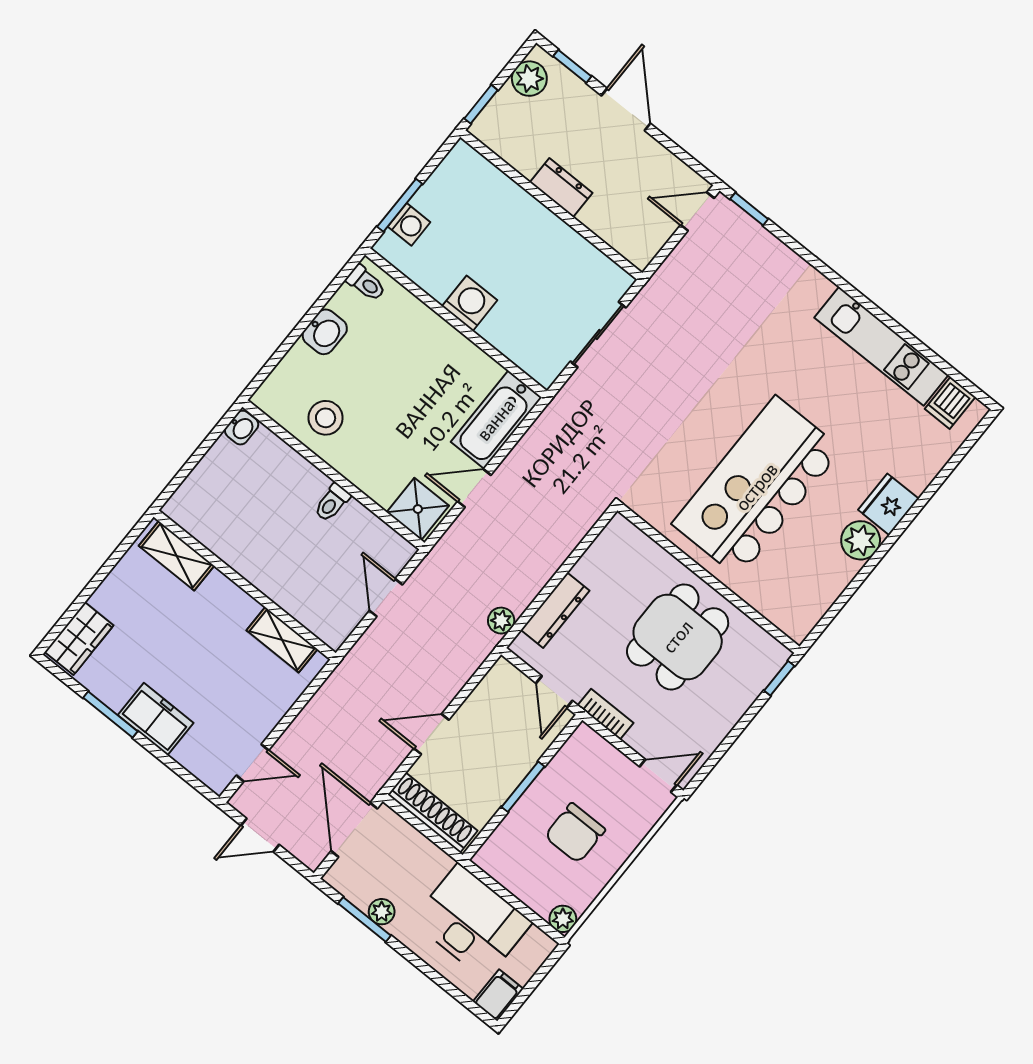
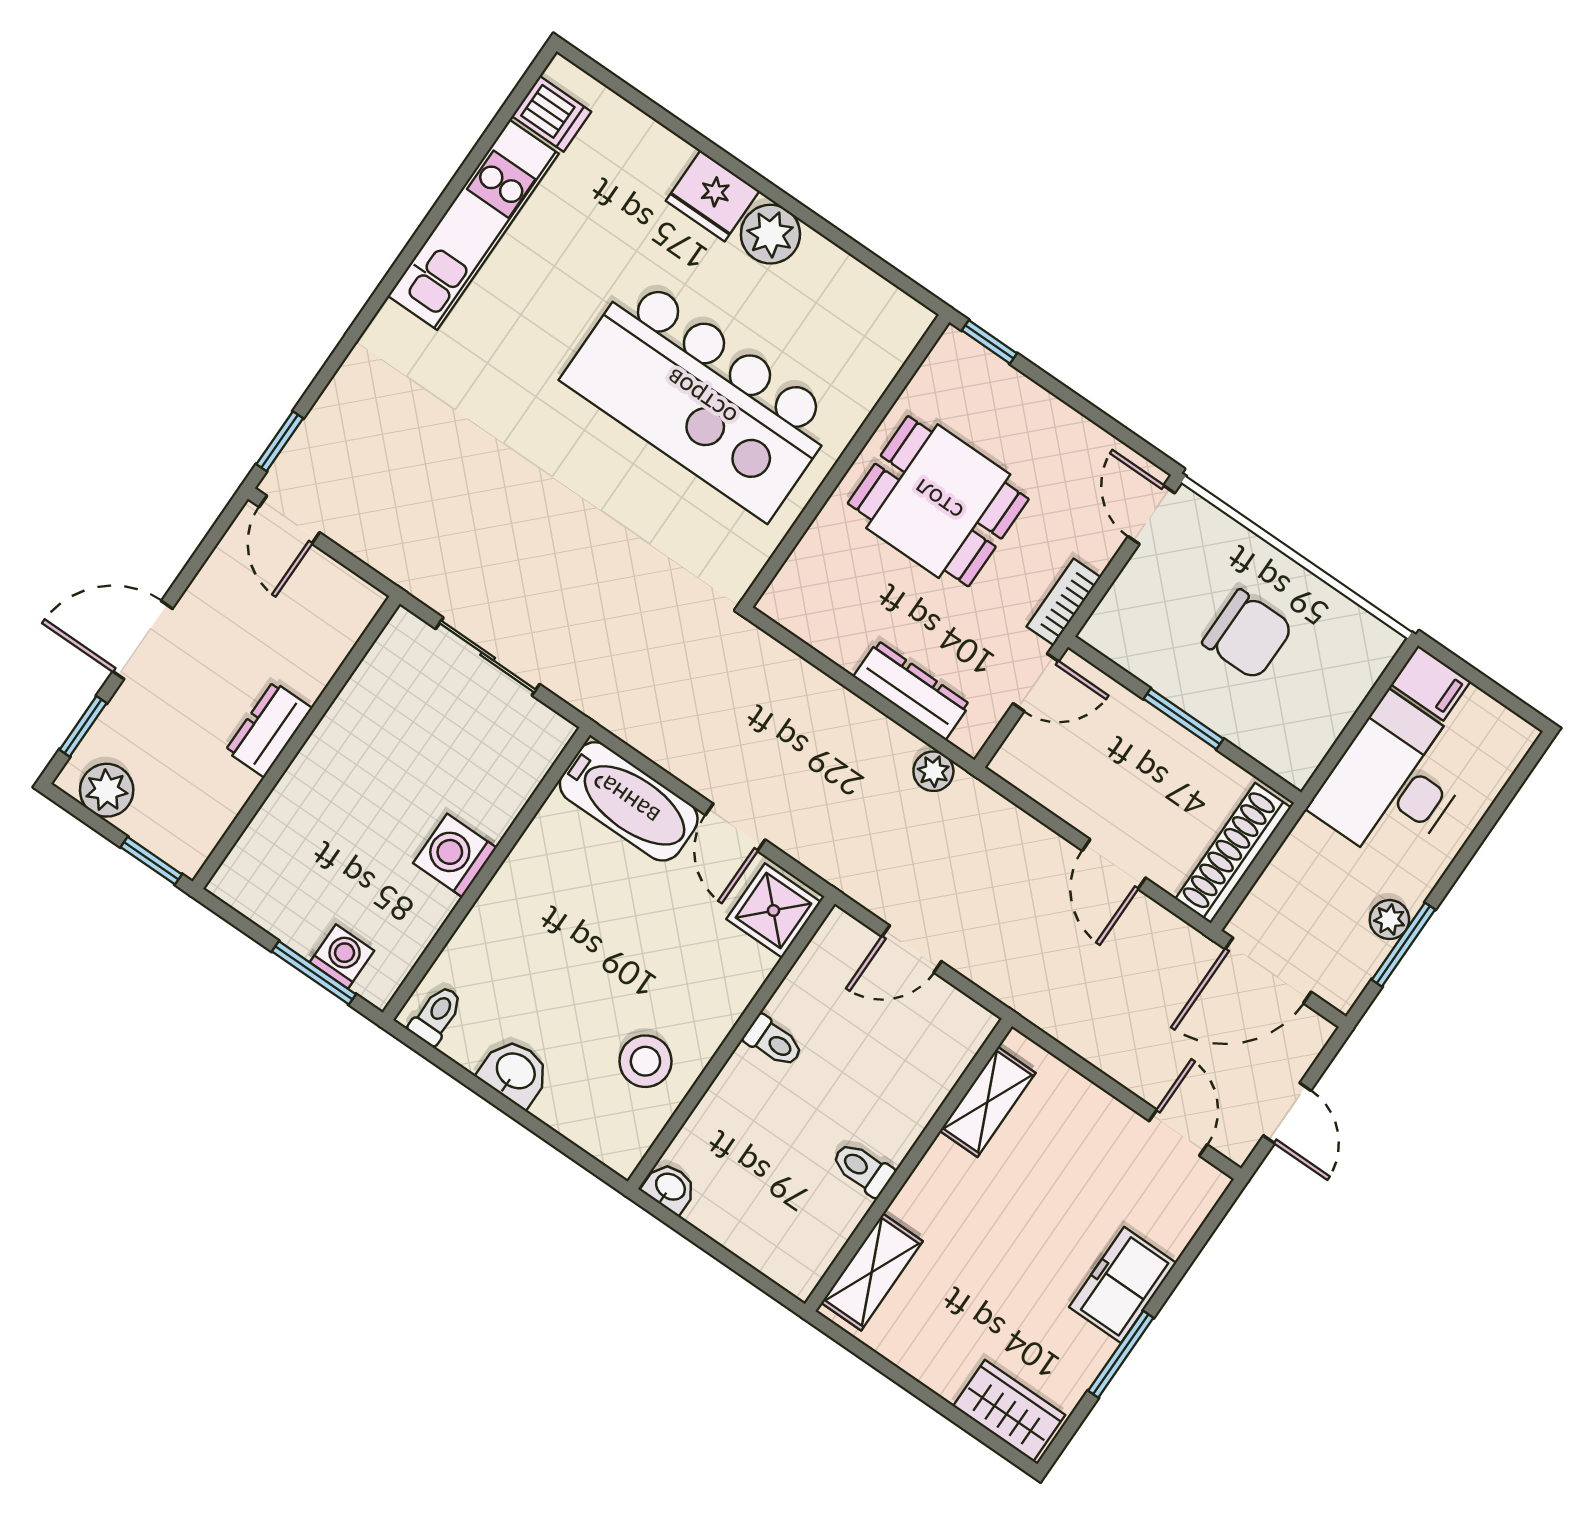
toilet: (244, 555) -> (863, 1169), added
plant: (563, 919) -> (1380, 643), removed
filing cabinet: (498, 995) -> (1431, 683), moved, turned 180

